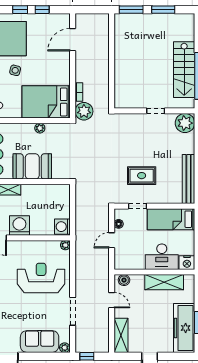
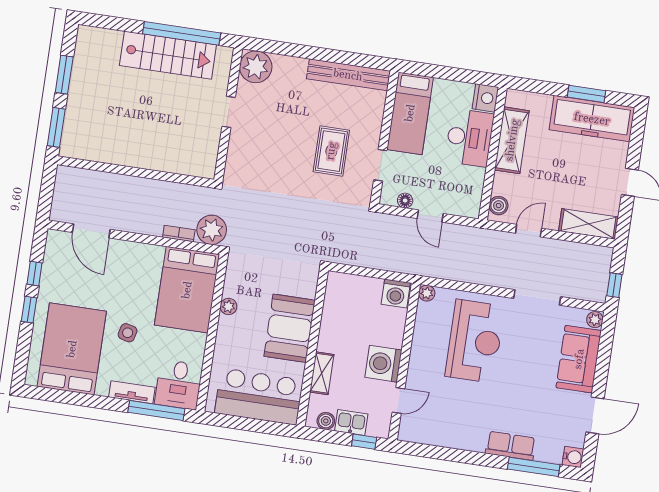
reception desk: (41, 278) -> (475, 341), turned 180

